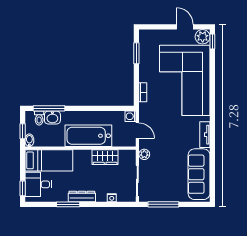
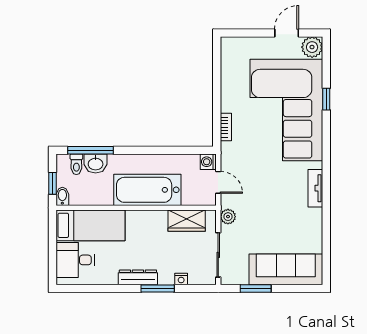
door: (185, 27) -> (287, 33), hinge flipped
window: (212, 41) -> (326, 99), moved
window: (136, 53) -> (217, 71), removed
wardrobe: (105, 157) -> (187, 221), moved
sofa: (199, 174) -> (286, 269), moved, turned 90
window: (23, 188) -> (52, 266), removed
window: (68, 204) -> (158, 289), moved
window: (163, 204) -> (256, 289), width x0.69

